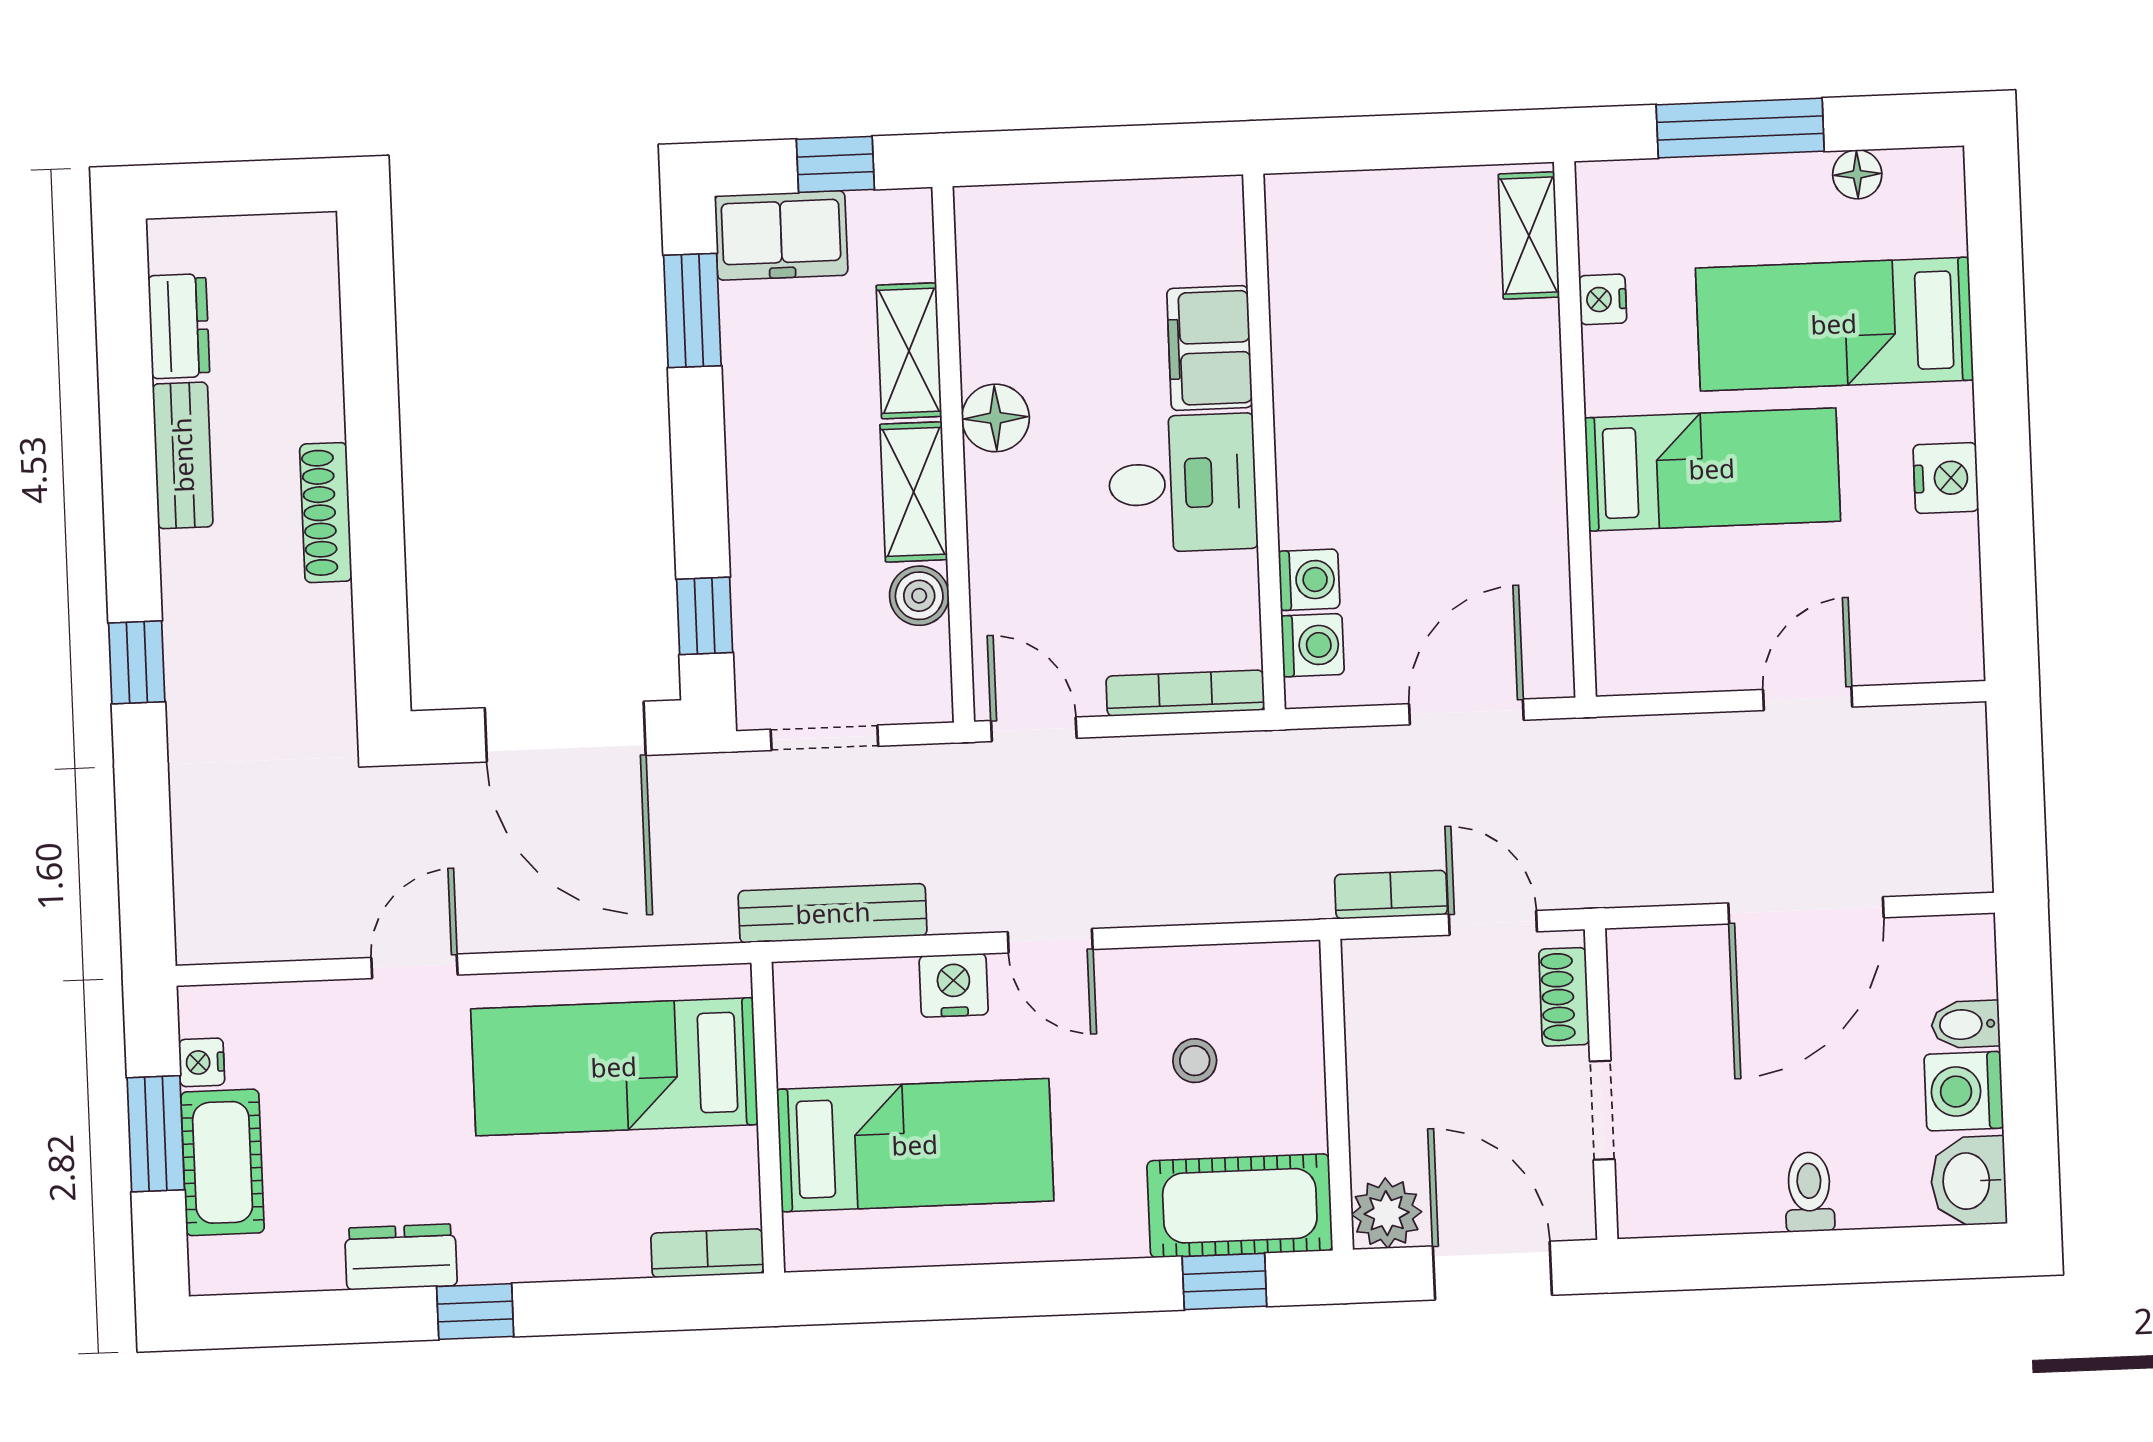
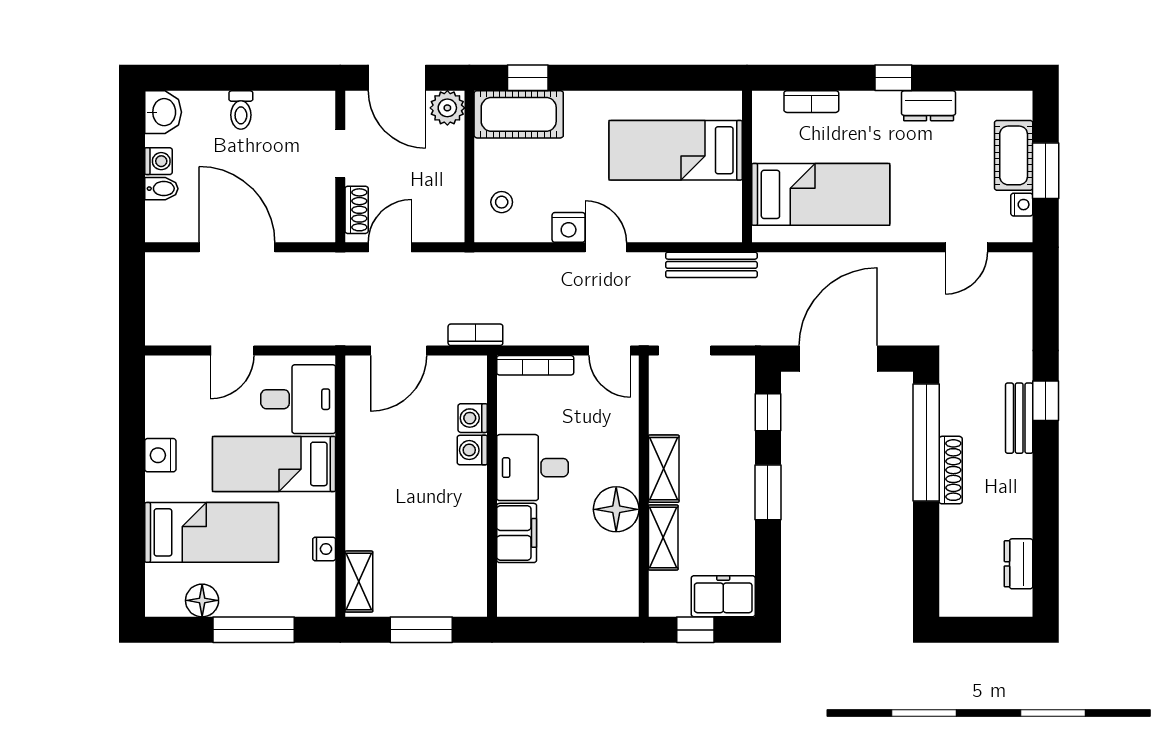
window: (1397, 142) -> (421, 630), added
floor lamp: (1857, 174) -> (202, 600), width x1.37, depth x1.37
window: (692, 311) -> (768, 492), moved
floor lamp: (995, 418) -> (616, 509), width x1.38, depth x1.38
bench: (183, 455) -> (1019, 418), moved
window: (378, 567) -> (926, 442), added
boiler: (919, 596) -> (663, 418), removed
desk: (1668, 604) -> (298, 399), added
washing machine: (1313, 645) -> (472, 450), moved
door: (565, 732) -> (838, 359), hinge flipped
doorway: (824, 738) -> (685, 351), moved
bookcase: (1391, 895) -> (475, 335), moved, turned 180
door: (1806, 910) -> (237, 247), hinge flipped
door: (1493, 923) -> (390, 247), swing flipped
door: (414, 966) -> (966, 247), moved
nightstand: (954, 985) -> (569, 227), moved
stool: (1195, 1061) -> (502, 202), moved
washing machine: (1964, 1091) -> (159, 161), width x0.73, depth x0.73
bookcase: (707, 1253) -> (811, 102), moved

